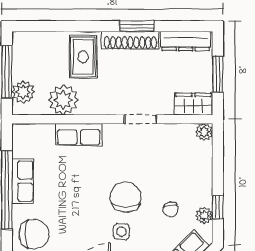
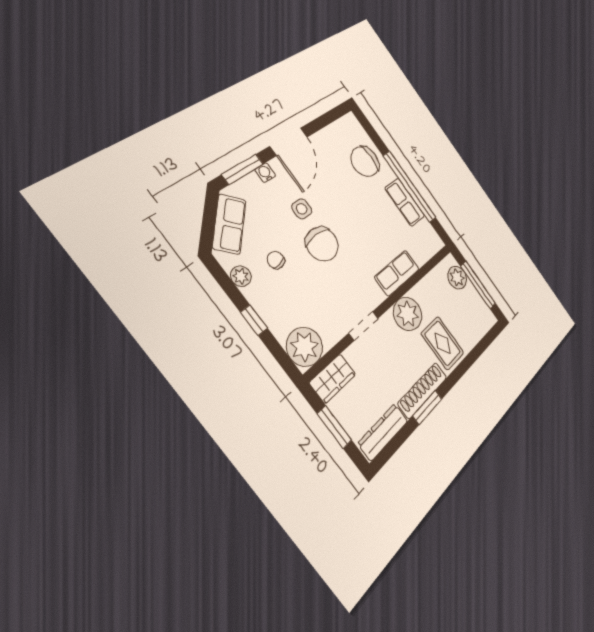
plant: (63, 100) -> (408, 314), moved
plant: (204, 132) -> (305, 347), width x1.88, depth x1.88
window: (218, 207) -> (254, 320), moved

